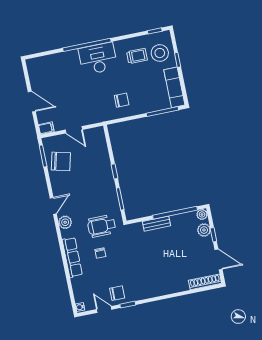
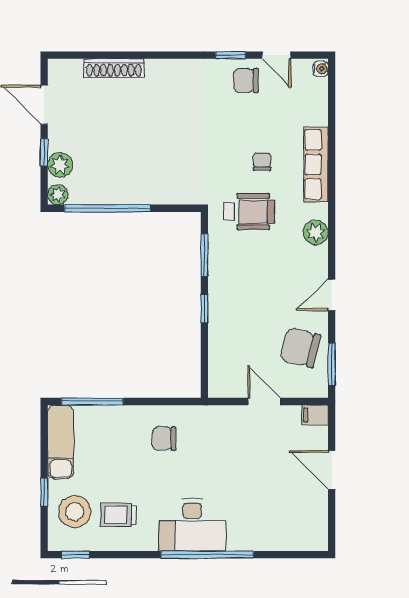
door: (53, 206) -> (332, 295), moved
bench: (156, 224) -> (146, 195), removed
shoe rack: (205, 282) -> (114, 68), moved

